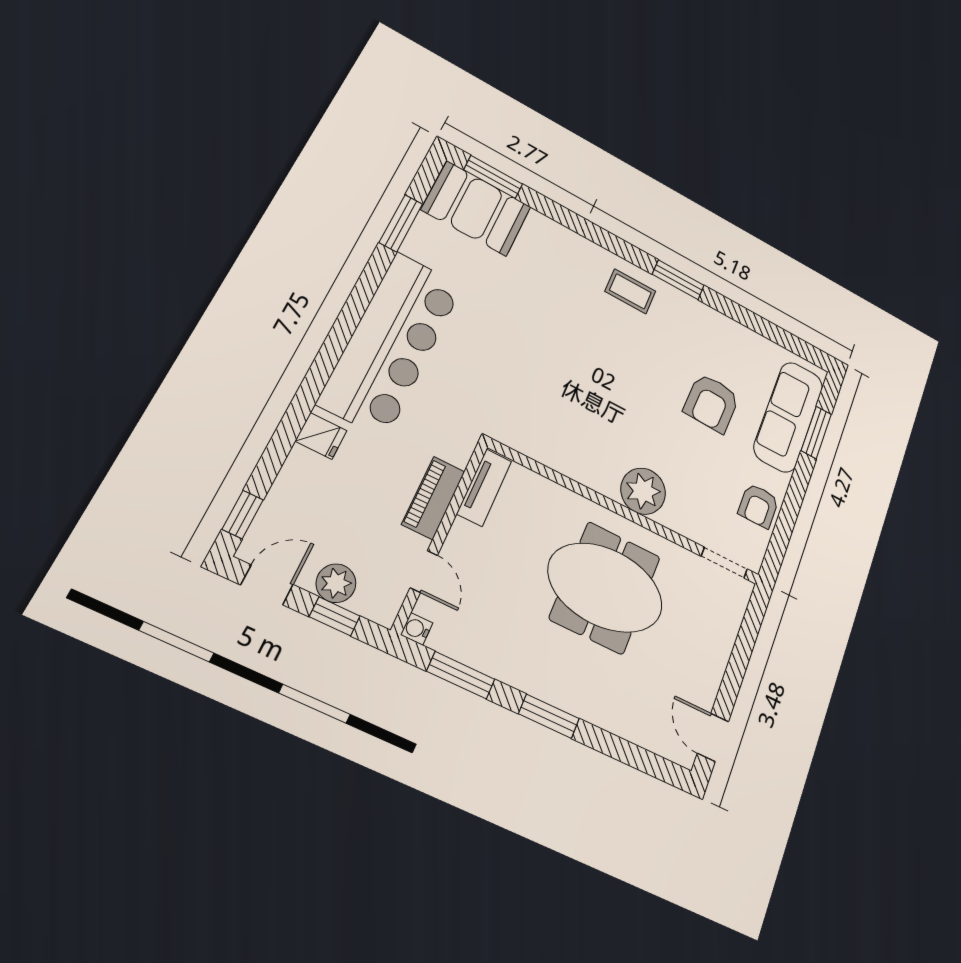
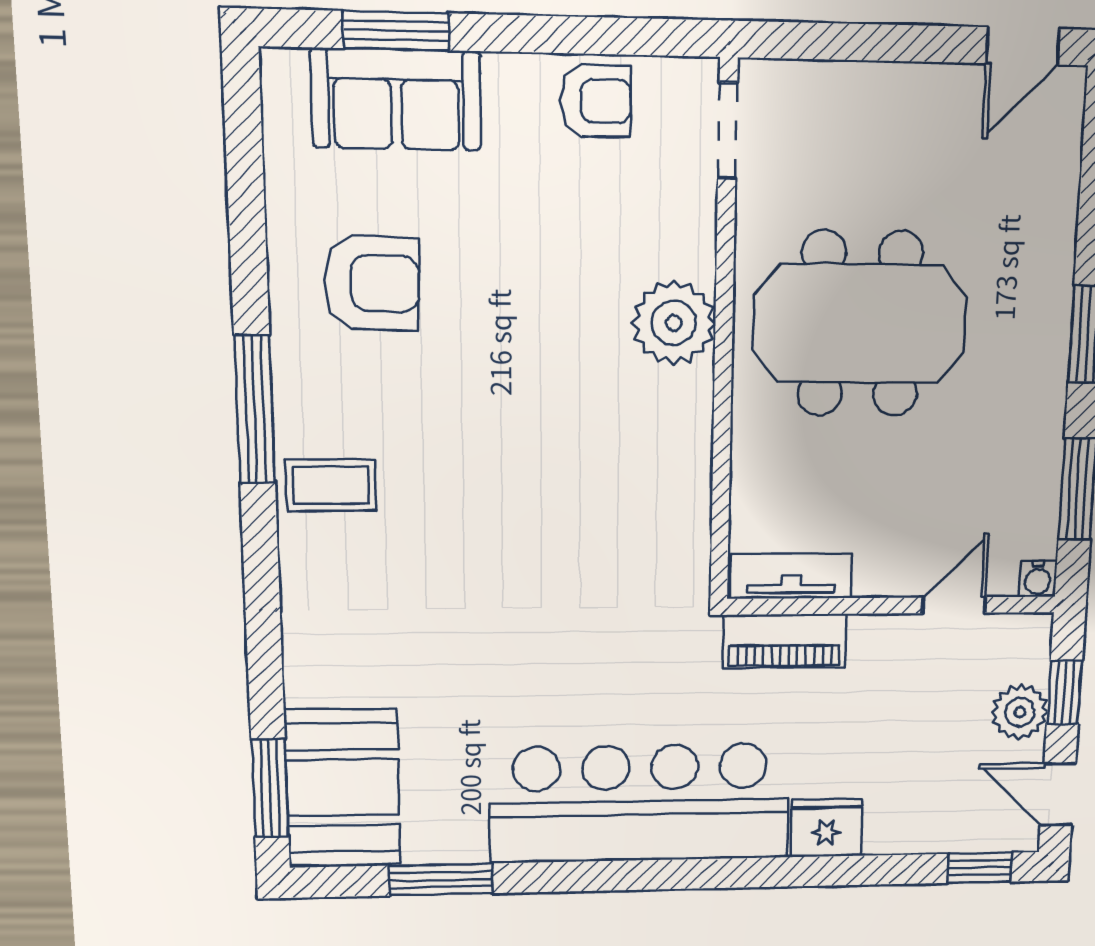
window: (678, 280) -> (255, 410), width x1.44
coffee table: (630, 291) -> (331, 485), turned 90
armchair: (712, 403) -> (372, 283), moved
sofa: (789, 417) -> (396, 99), width x0.73
fridge: (321, 436) -> (826, 828), width x1.38
piano: (433, 498) -> (785, 641), moved
meeting table: (605, 588) -> (860, 324), turned 90

